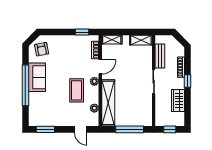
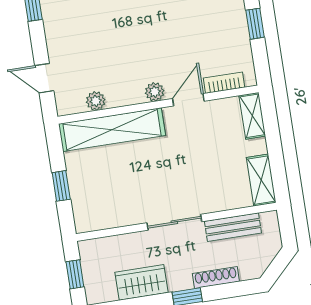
window: (82, 32) -> (255, 24), moved
door: (100, 67) -> (188, 100), swing flipped
coffee table: (77, 90) -> (129, 56), removed
door: (81, 129) -> (44, 78), hinge flipped
window: (130, 129) -> (61, 186), width x0.46

